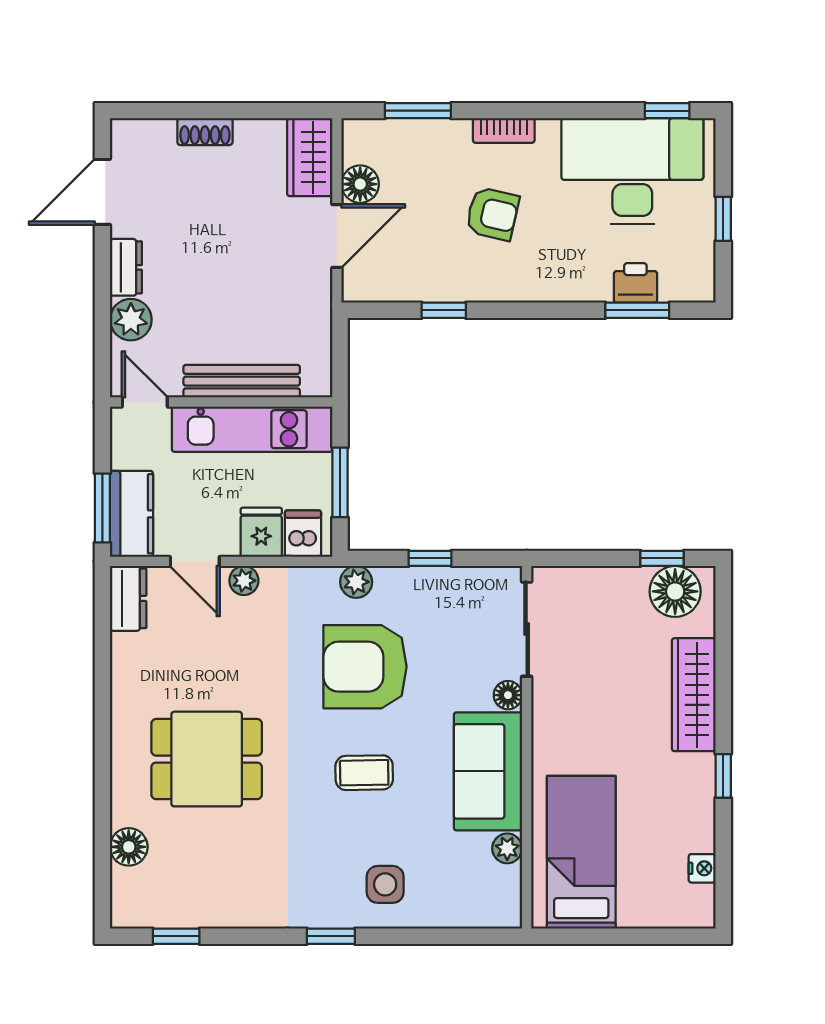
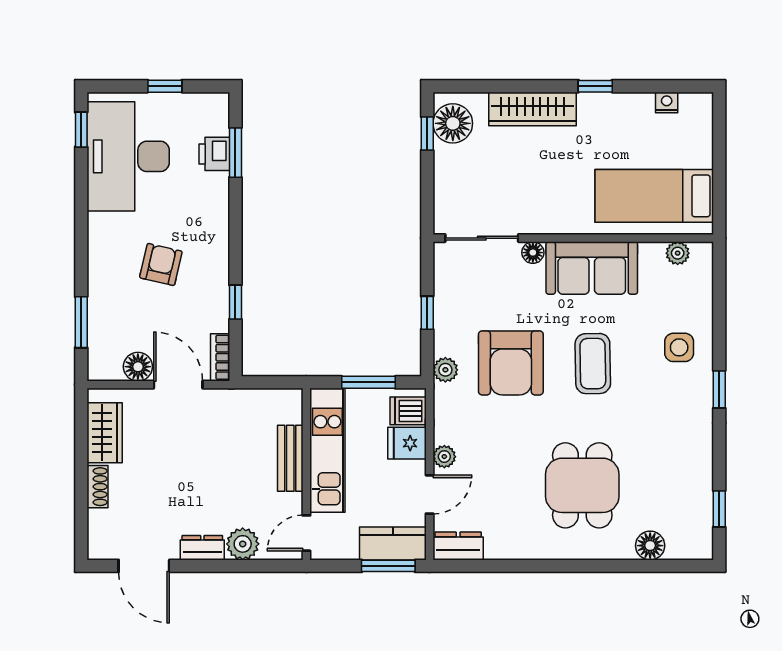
bookcase: (504, 131) -> (220, 357), moved, turned 180
wardrobe: (310, 157) -> (105, 433), moved, turned -90
bench: (242, 381) -> (290, 458), width x0.73
coffee table: (364, 773) -> (593, 364), width x1.36, depth x1.30
plant: (507, 848) -> (678, 253), moved

